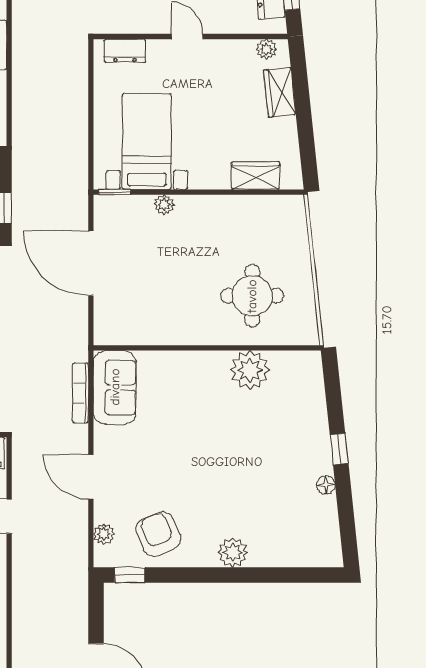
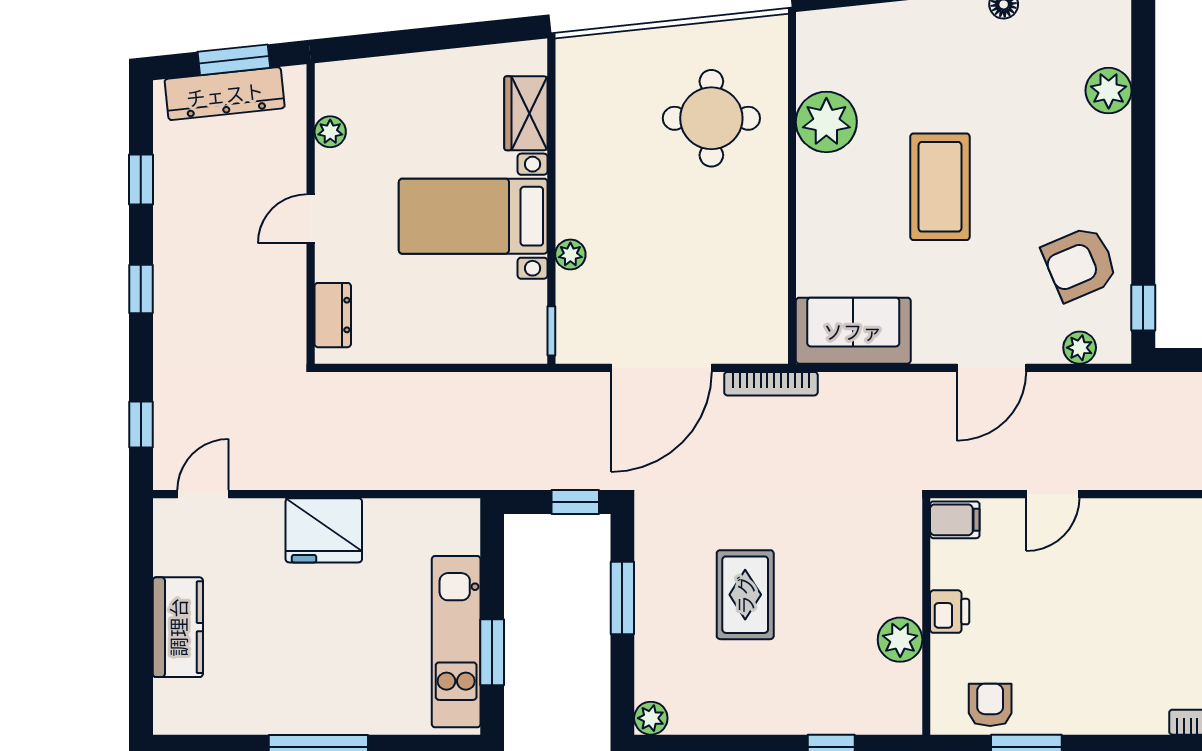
plant: (266, 49) -> (330, 132), moved
wardrobe: (280, 92) -> (397, 76), removed
bed with nightstands: (147, 142) -> (473, 216), moved
bookcase: (81, 393) -> (771, 384), moved
coffee table: (208, 444) -> (940, 187), added
plant: (233, 553) -> (1109, 91), moved

